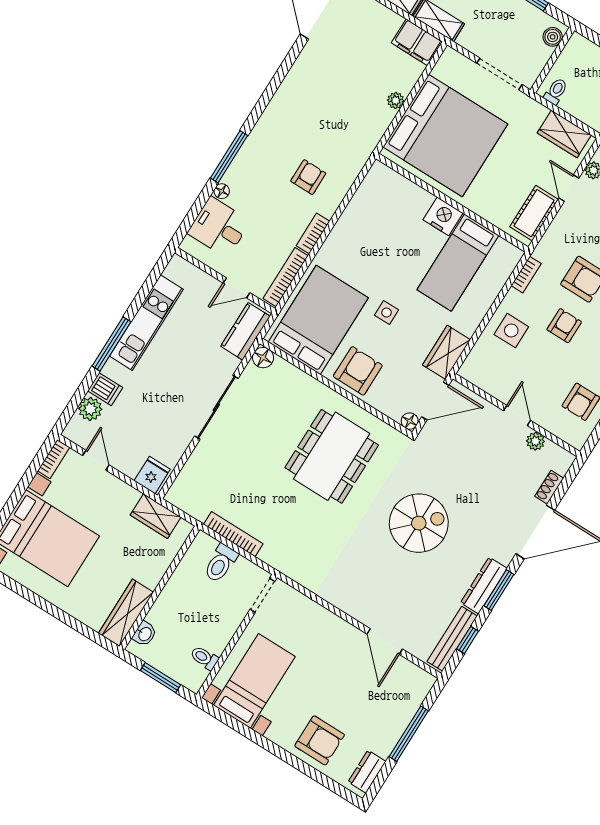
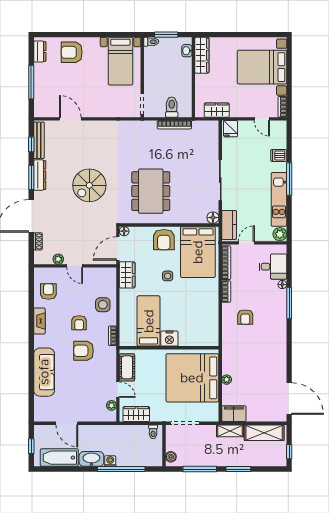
plant: (90, 409) -> (280, 234), moved
toilet: (204, 658) -> (151, 42), moved

